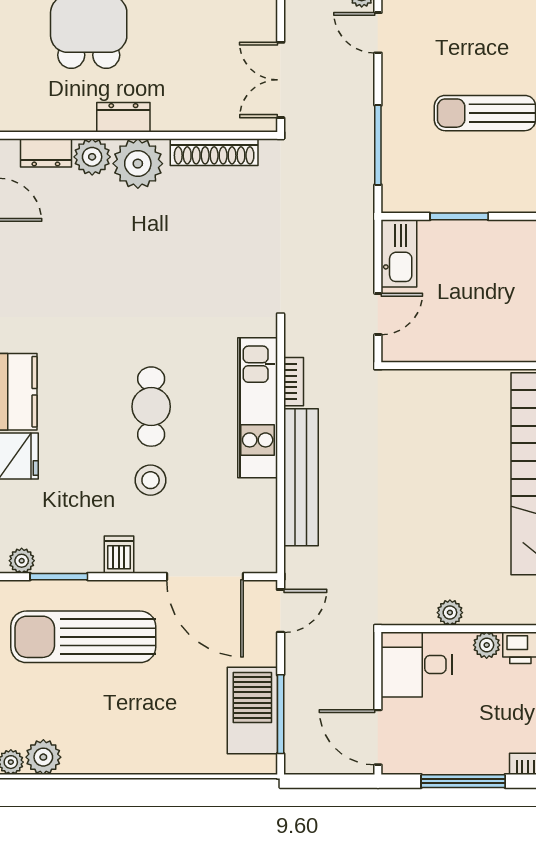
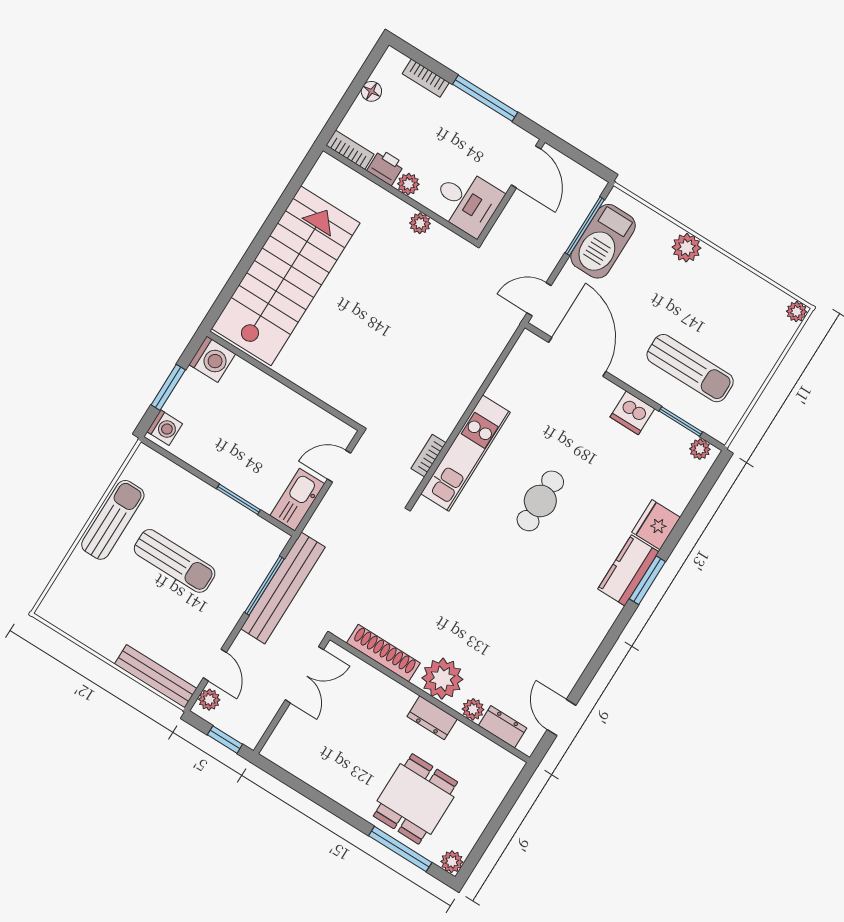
plant: (92, 157) -> (473, 709), width x0.73, depth x0.73
bench: (301, 477) -> (283, 588), moved
stool: (151, 480) -> (573, 449), removed
dishwasher: (119, 555) -> (632, 413), width x1.38
sun lounger: (83, 637) -> (690, 368), width x0.73, depth x0.75
plant: (43, 757) -> (687, 248), moved

